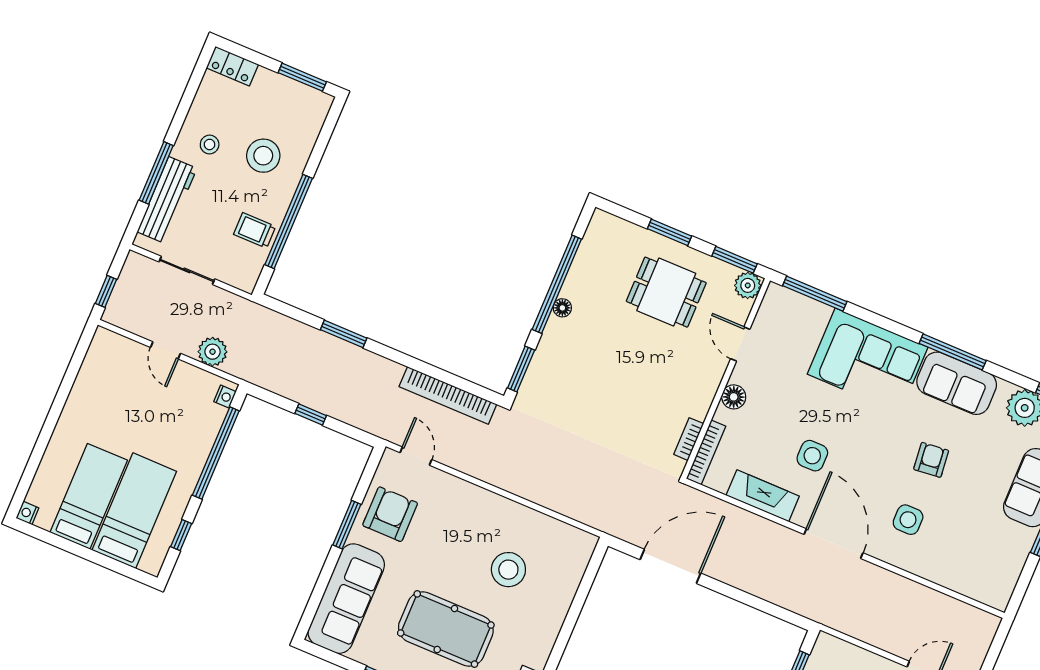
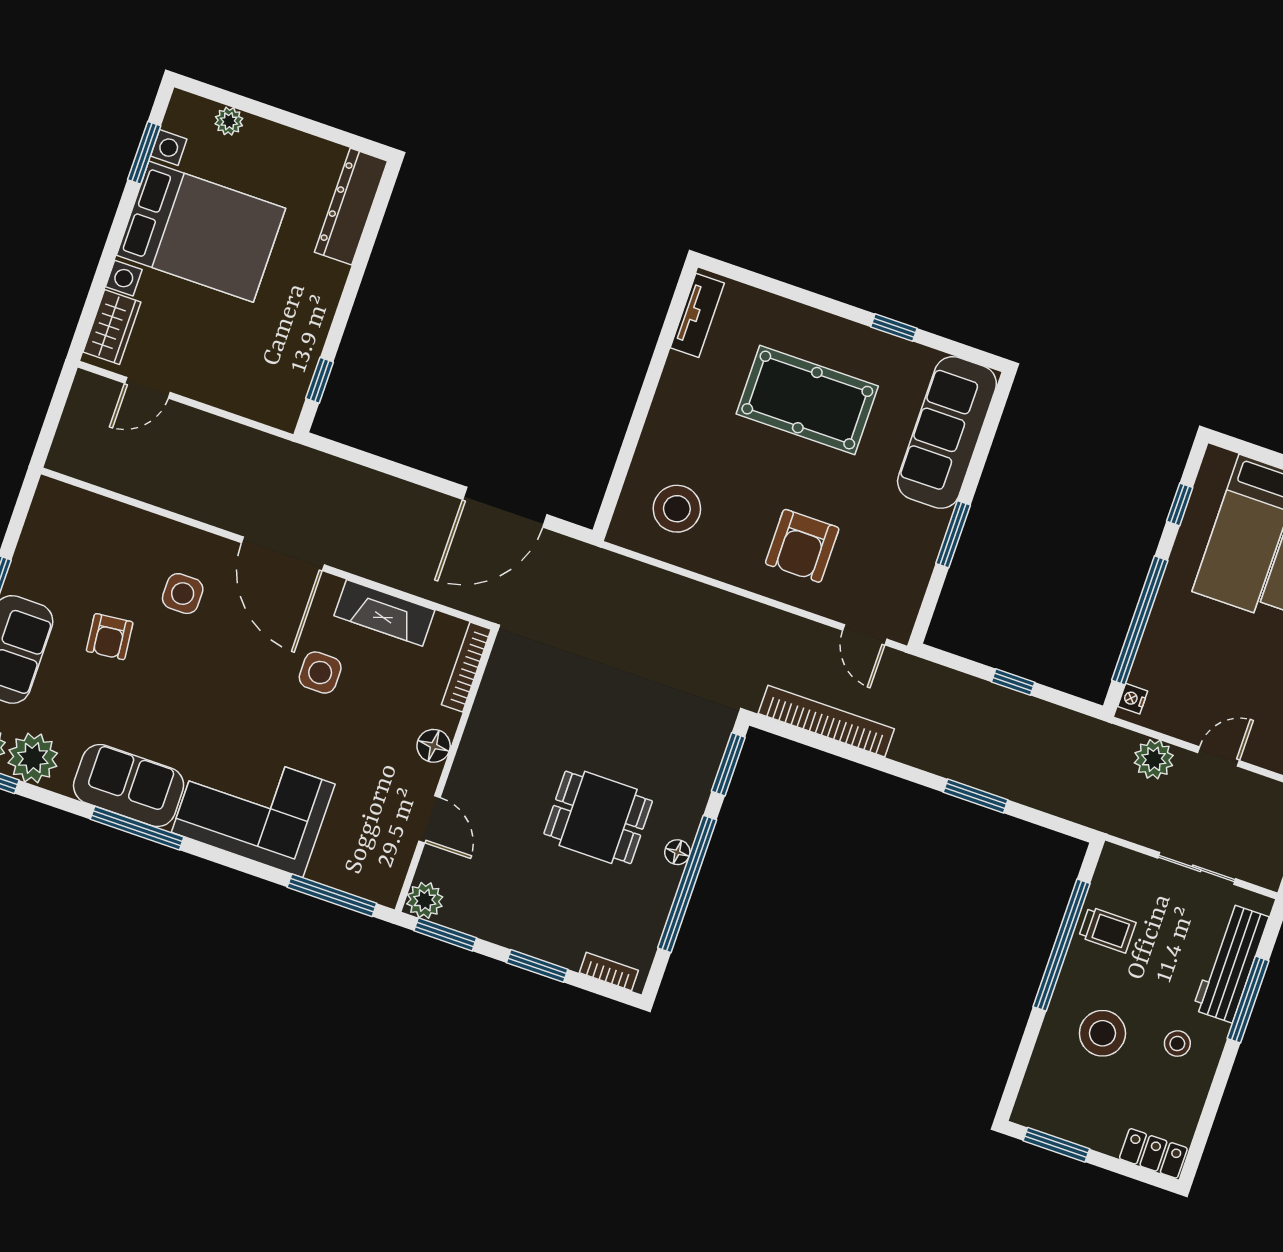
dining table: (666, 292) -> (598, 817), moved
door: (166, 350) -> (1219, 757), hinge flipped
bookcase: (689, 439) -> (609, 972), moved, turned -90
armchair: (931, 460) -> (110, 637), moved
armchair: (390, 514) -> (802, 546), moved
stool: (508, 570) -> (677, 509), moved

